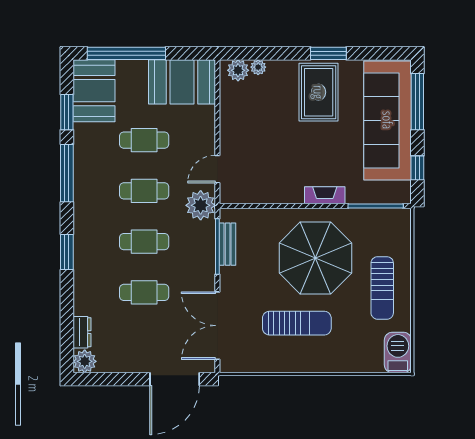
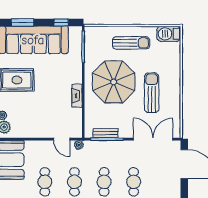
window: (417, 102) -> (22, 22), width x0.69
fireplace: (325, 195) -> (77, 96), moved
plant: (201, 205) -> (79, 145), width x0.53, depth x0.53
double door: (217, 326) -> (153, 139), swing flipped

